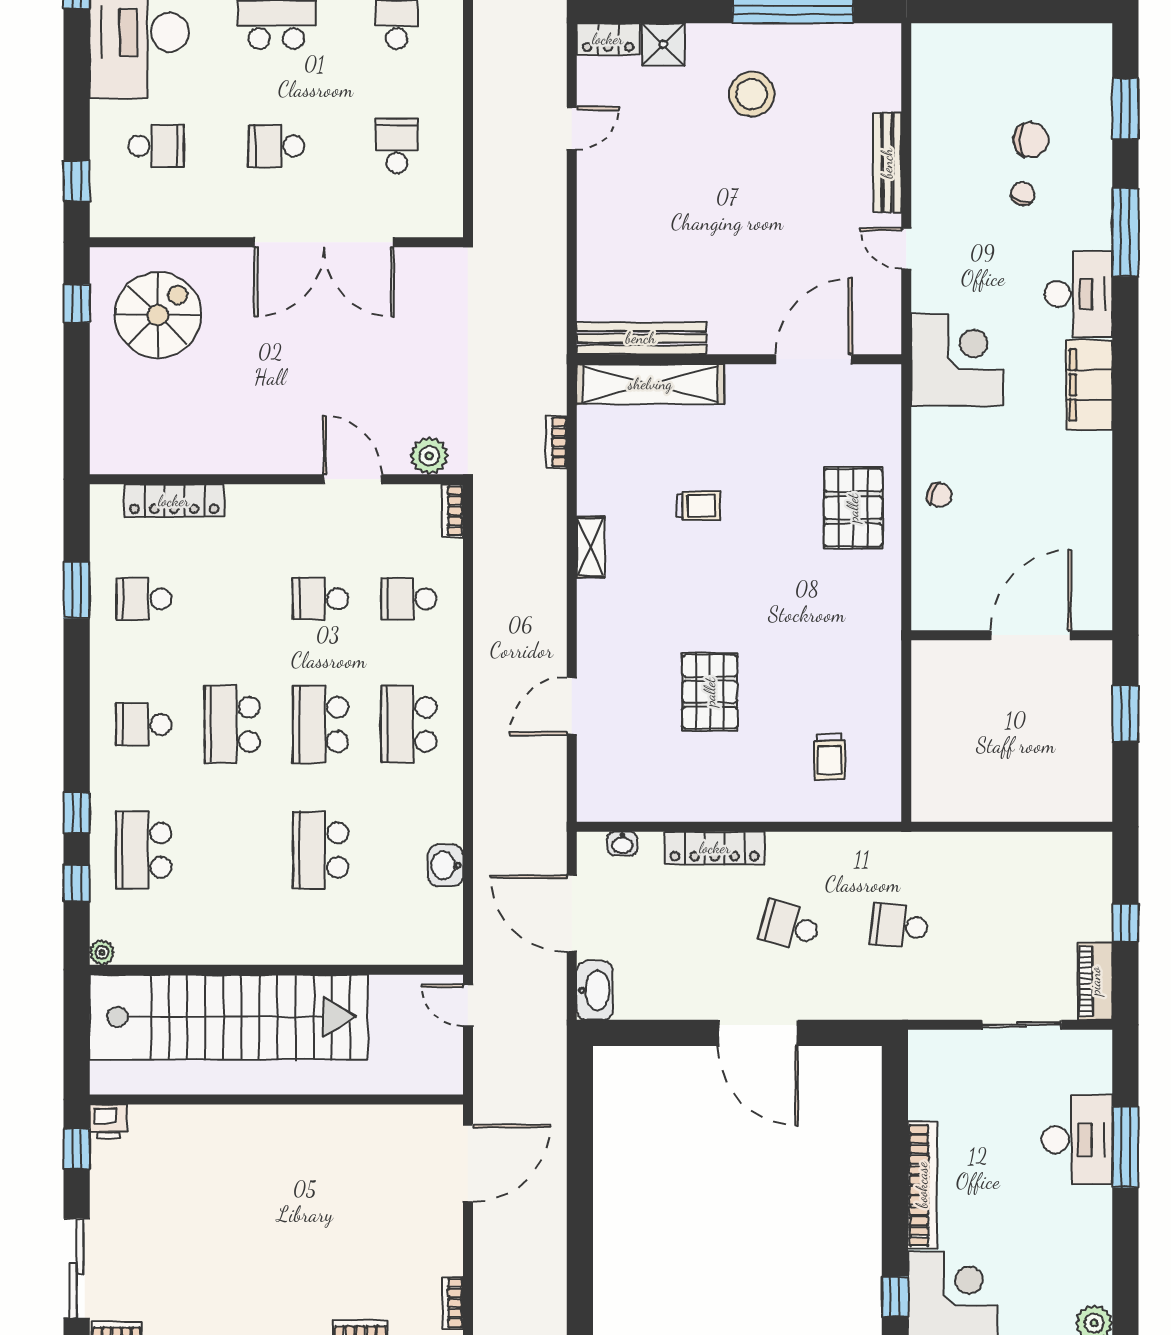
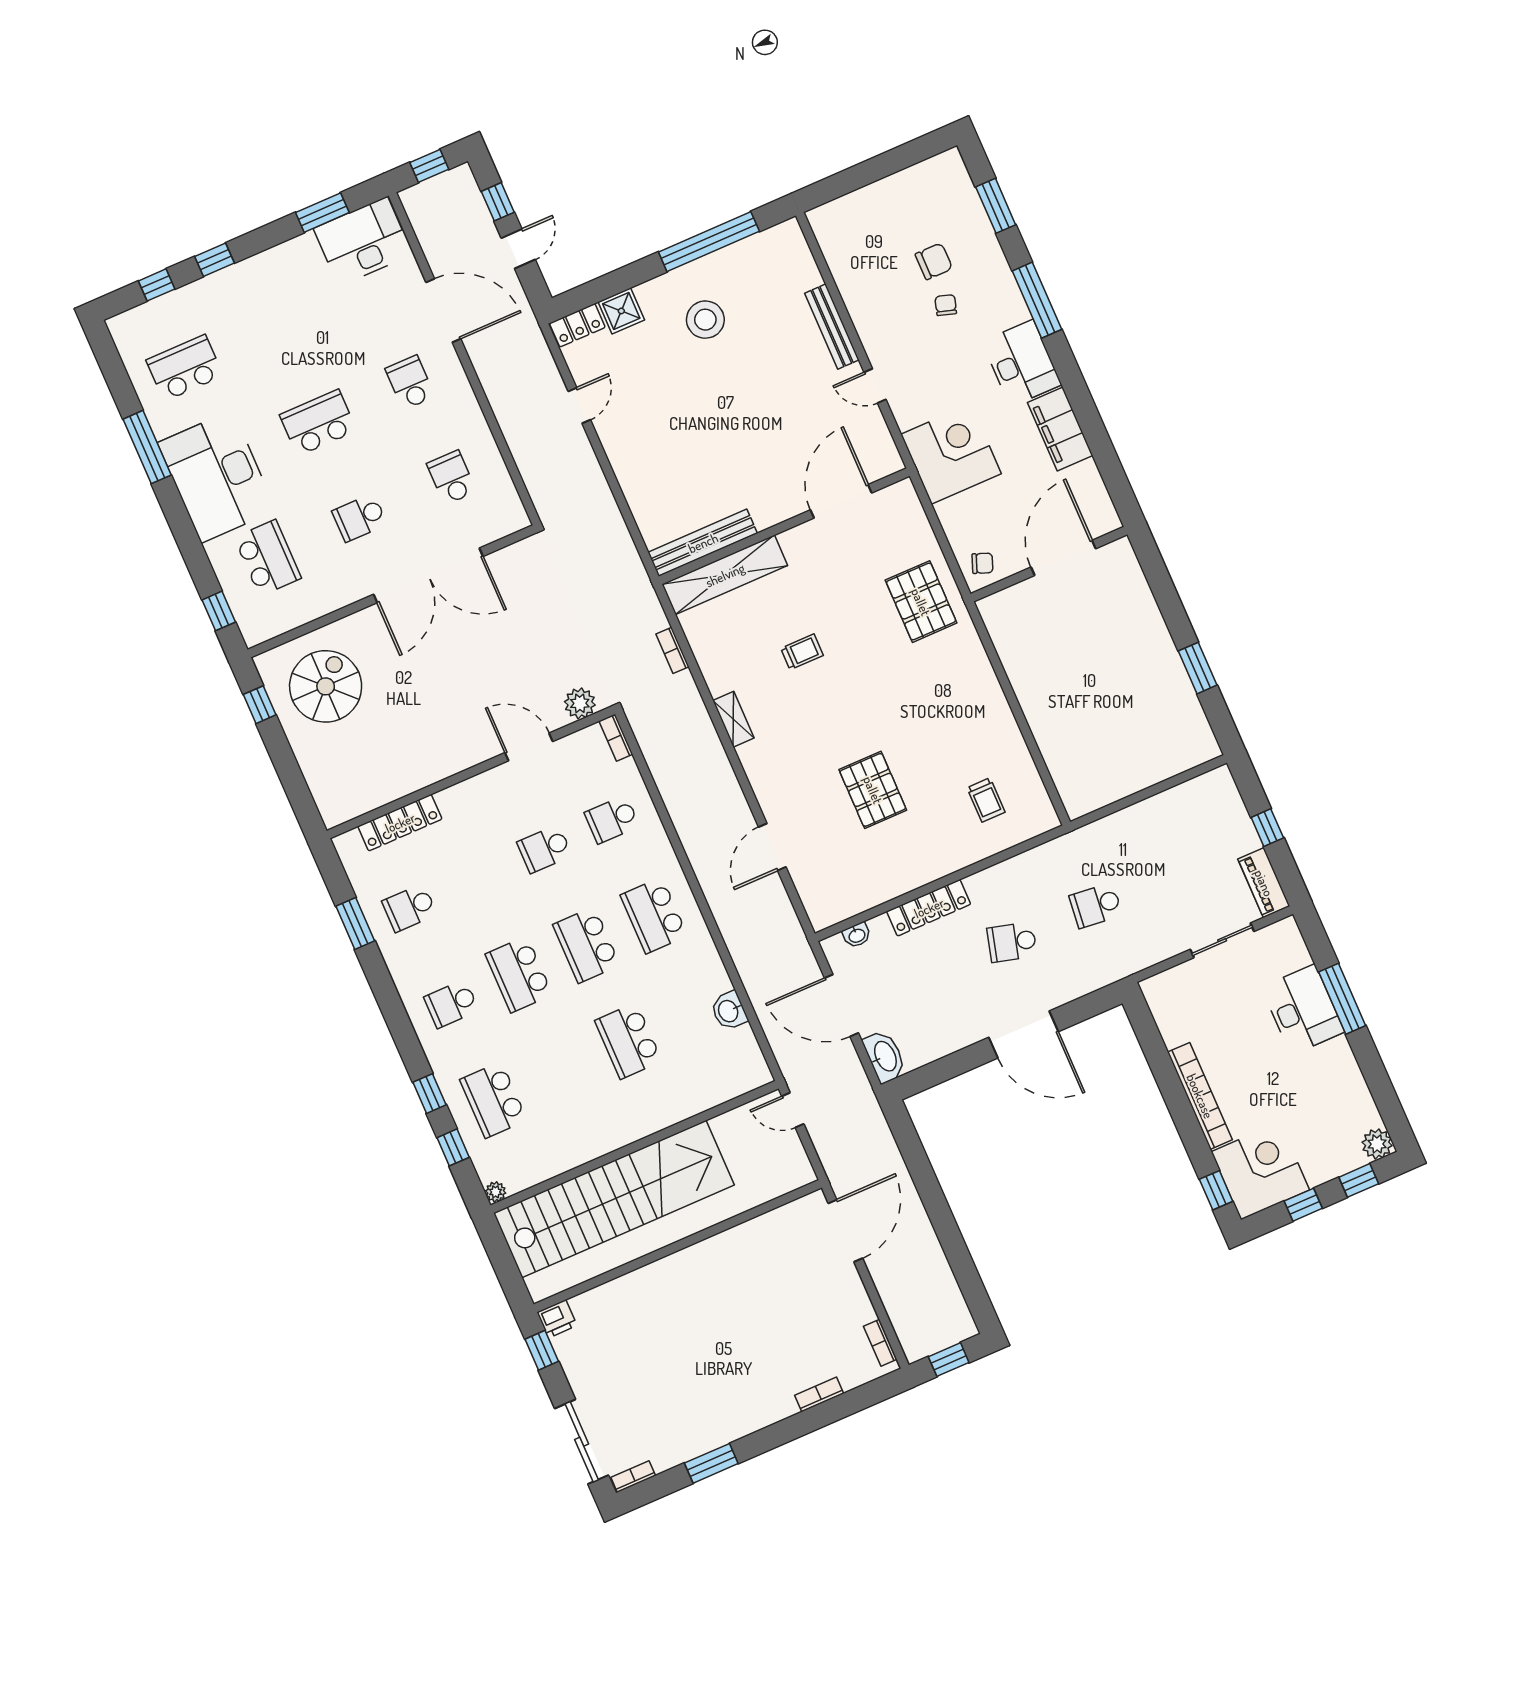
school desk: (156, 146) -> (268, 558), width x1.85
wall: (1012, 635) -> (1049, 564), moved
door: (1031, 635) -> (1063, 558), moved

